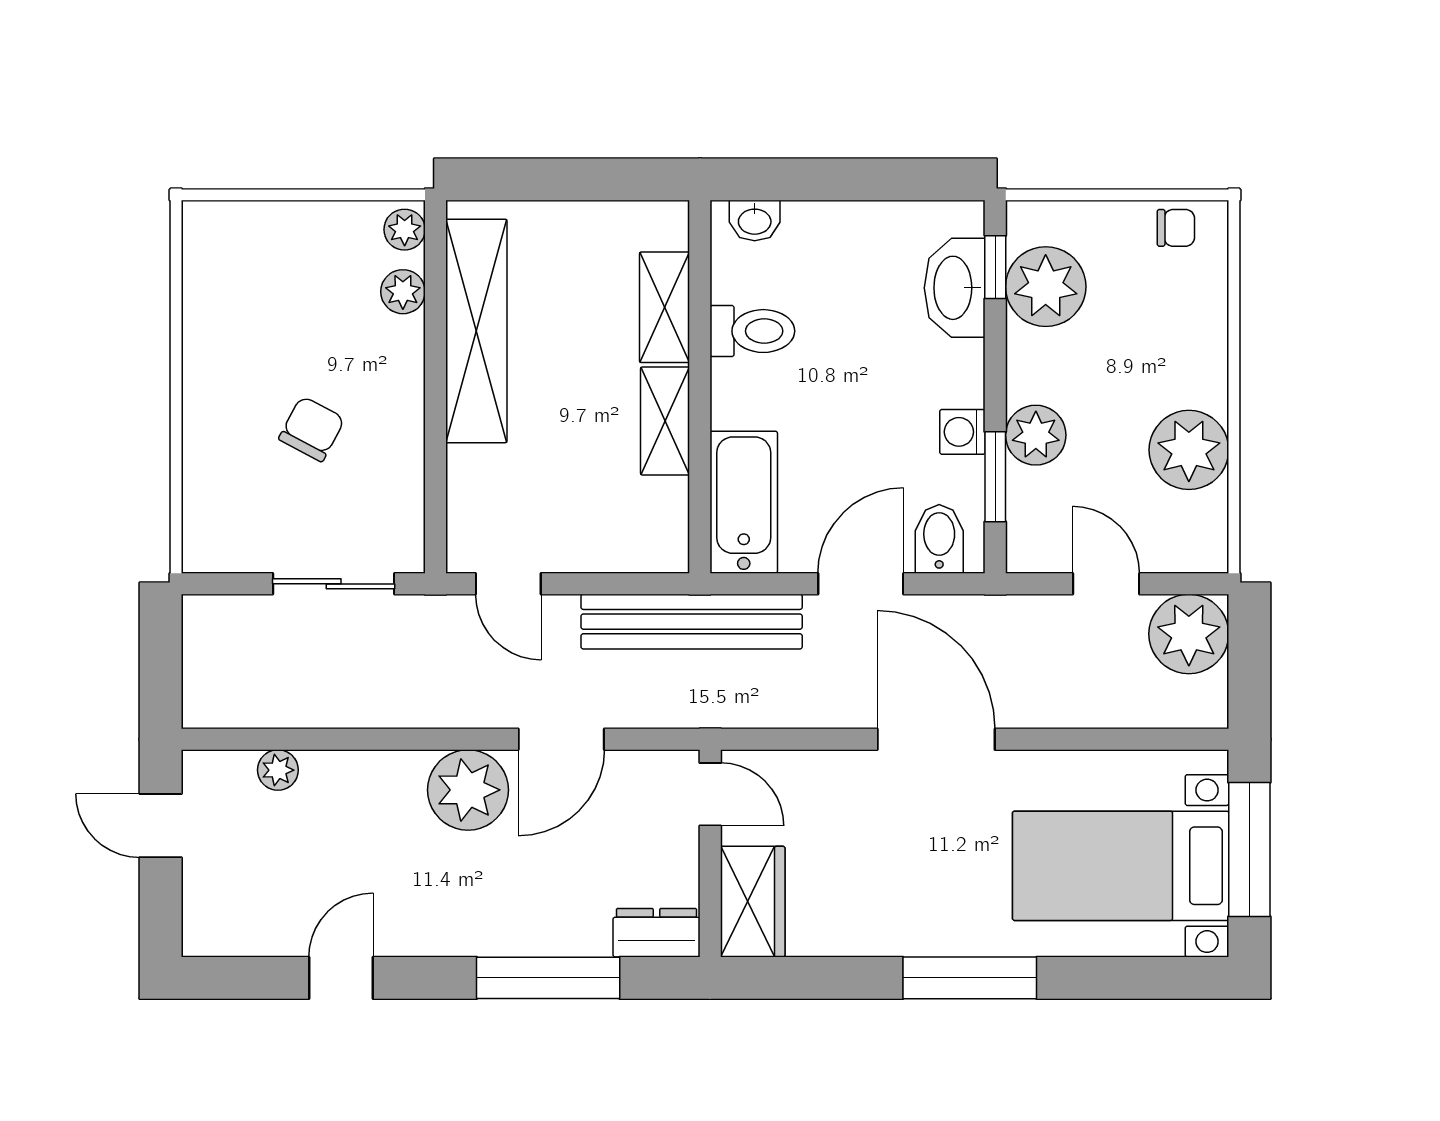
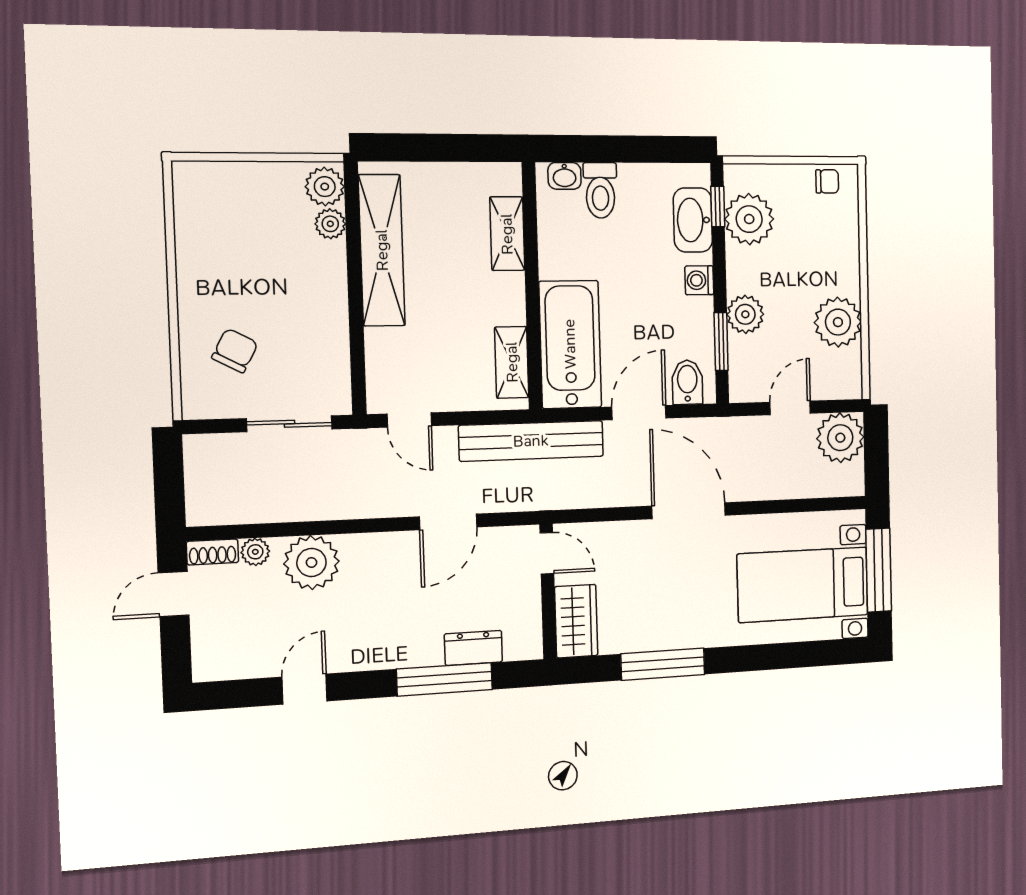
plant: (405, 230) -> (325, 187), width x1.38, depth x1.38
toilet: (752, 331) -> (600, 190), moved, turned 90
shelving: (665, 421) -> (512, 362), moved
chair: (312, 429) -> (235, 350), moved
washing machine: (962, 432) -> (699, 280), moved
bathtub: (744, 502) -> (570, 344), width x1.36, depth x1.36
door: (1106, 584) -> (790, 408), hinge flipped
shoe rack: (217, 767) -> (212, 552), added
plant: (468, 790) -> (311, 562), moved
door: (161, 826) -> (174, 594), hinge flipped
dresser: (657, 933) -> (473, 648), moved
window: (970, 978) -> (663, 664), moved

